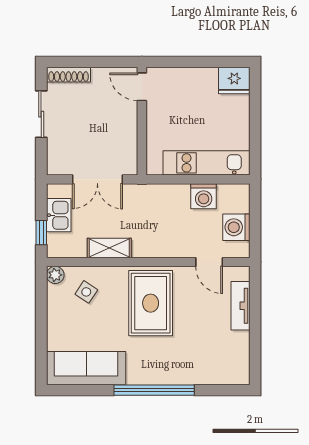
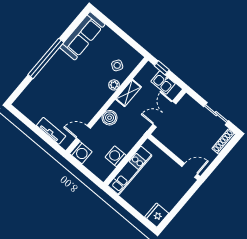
washing machine: (236, 227) -> (81, 153), moved, turned 90
boiler: (161, 245) -> (110, 118), added
plant: (55, 275) -> (114, 85), moved
rug: (151, 303) -> (87, 91), removed

